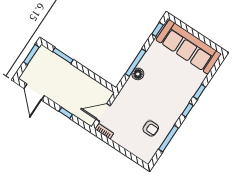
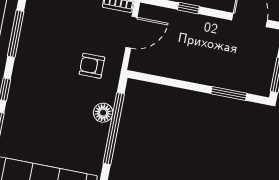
window: (136, 63) -> (114, 129), width x1.46
armchair: (151, 129) -> (92, 66), moved

